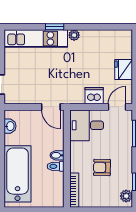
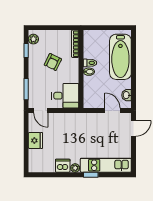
dishwasher: (94, 96) -> (63, 166), moved, turned 180
door: (51, 107) -> (113, 110), moved
door: (117, 107) -> (41, 110), hinge flipped
armchair: (102, 167) -> (53, 62), turned 115

